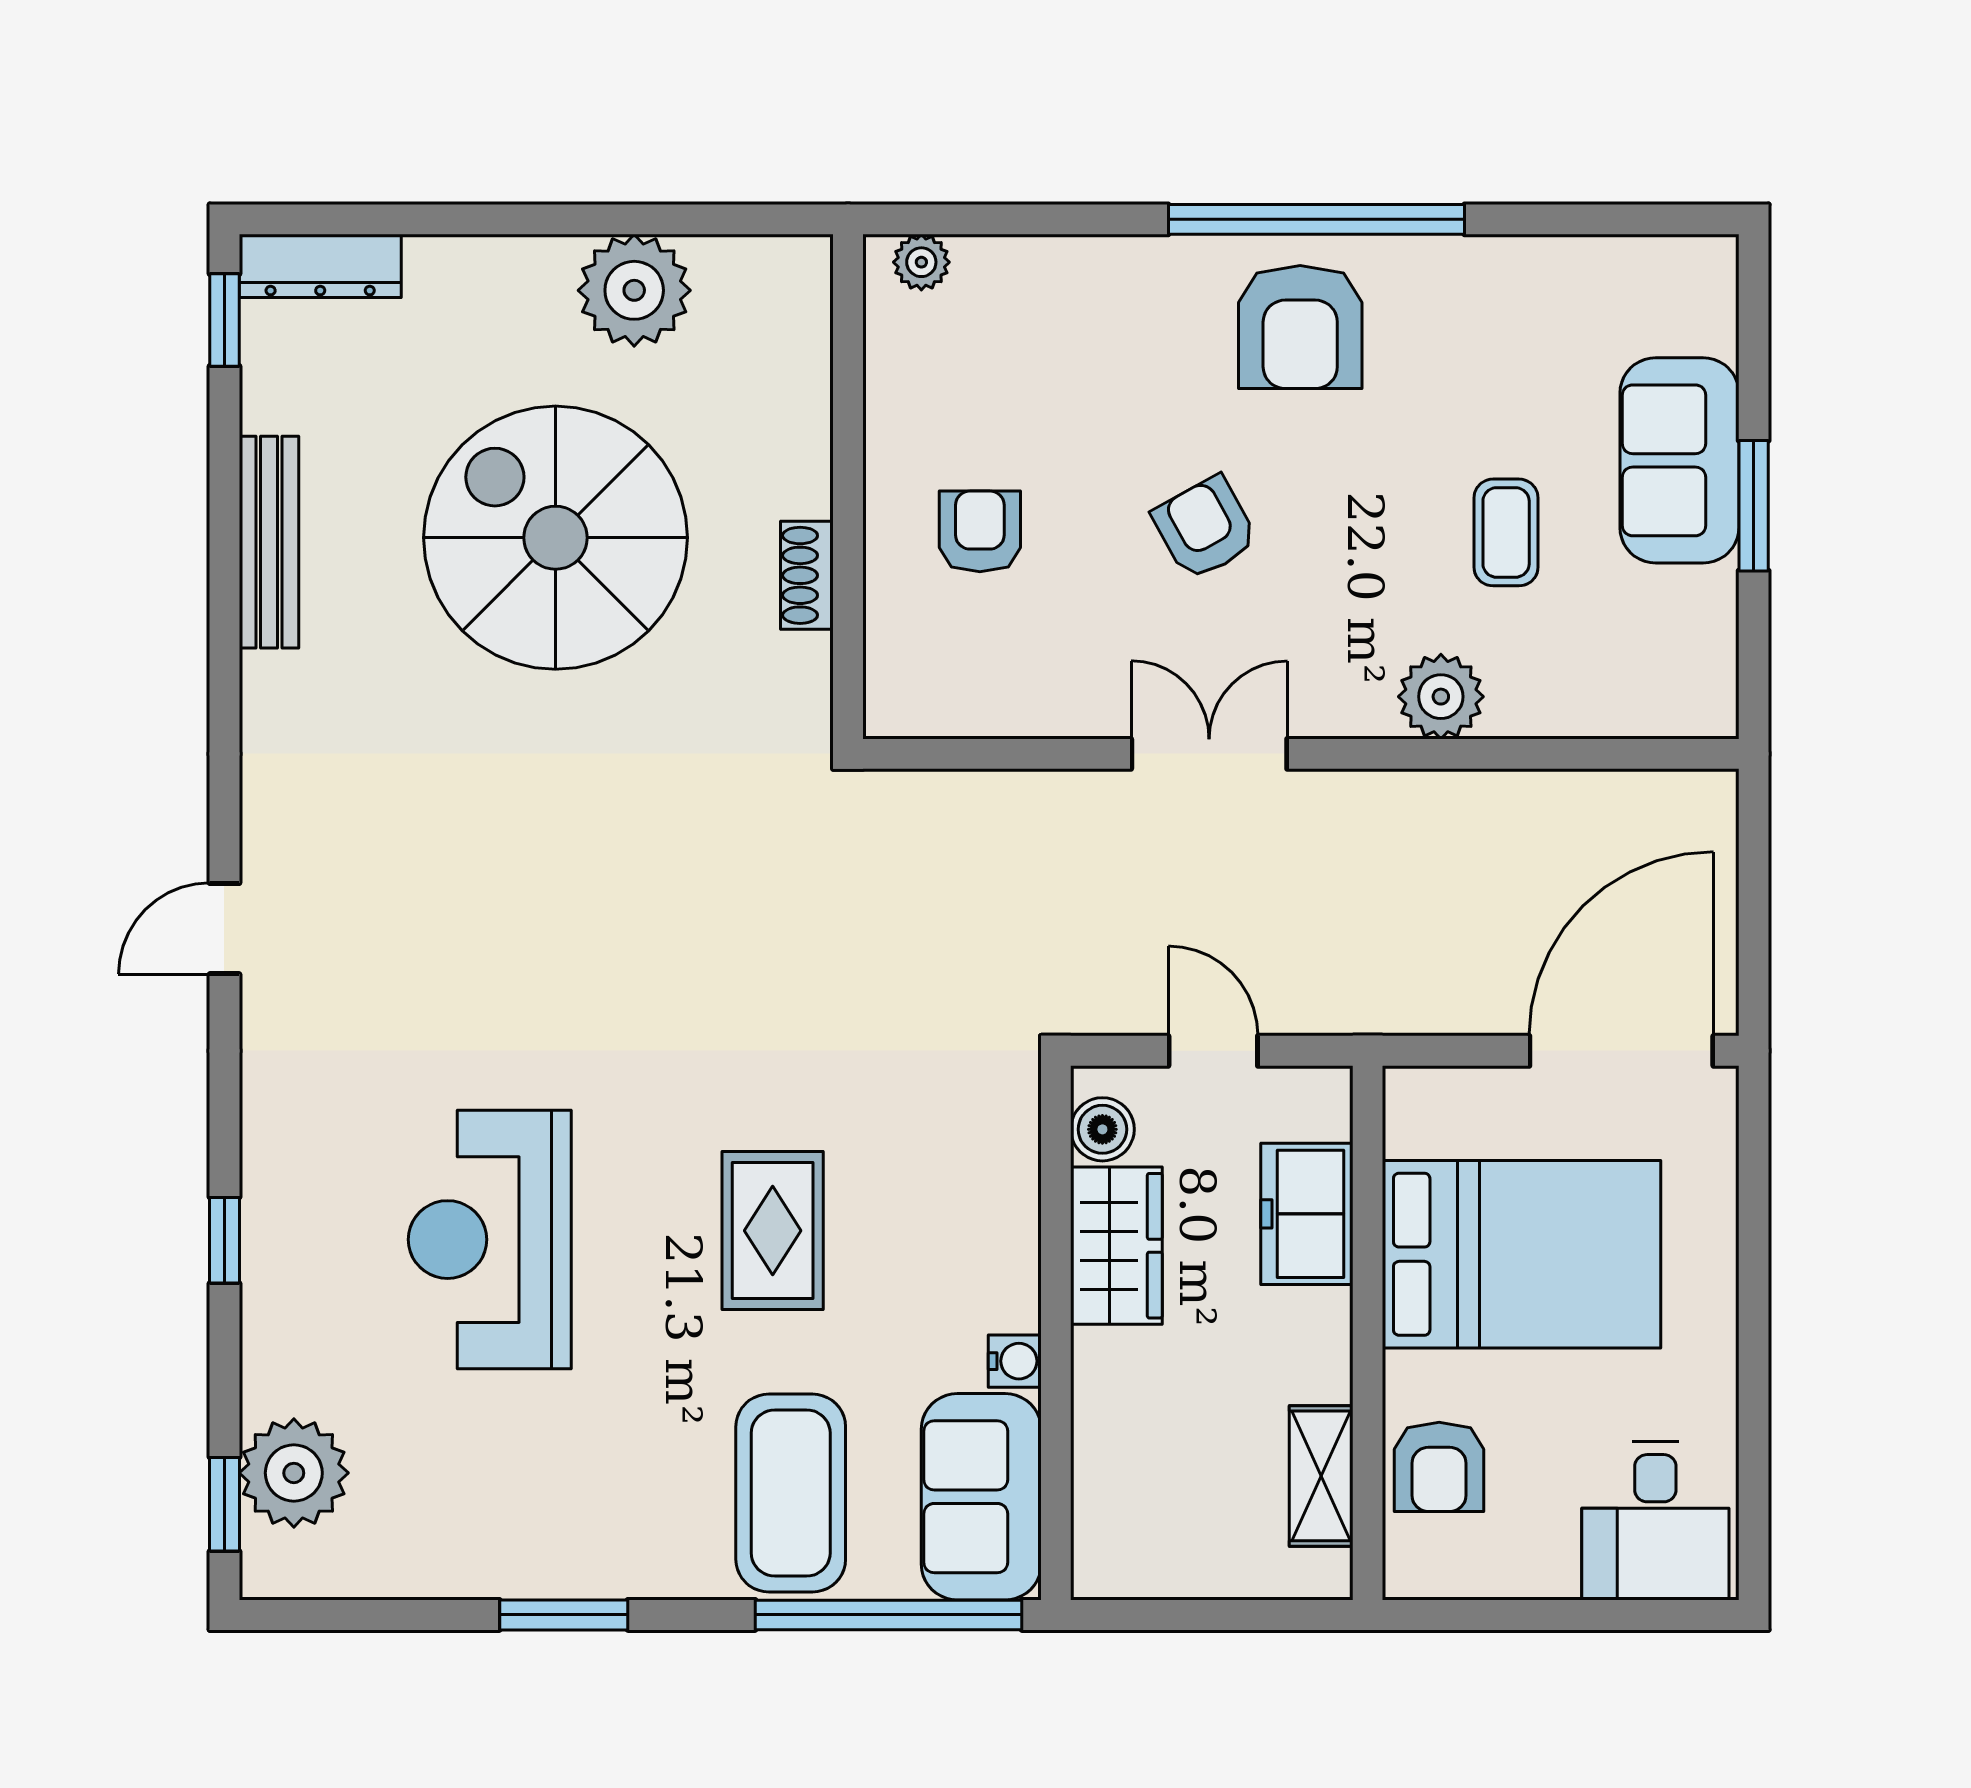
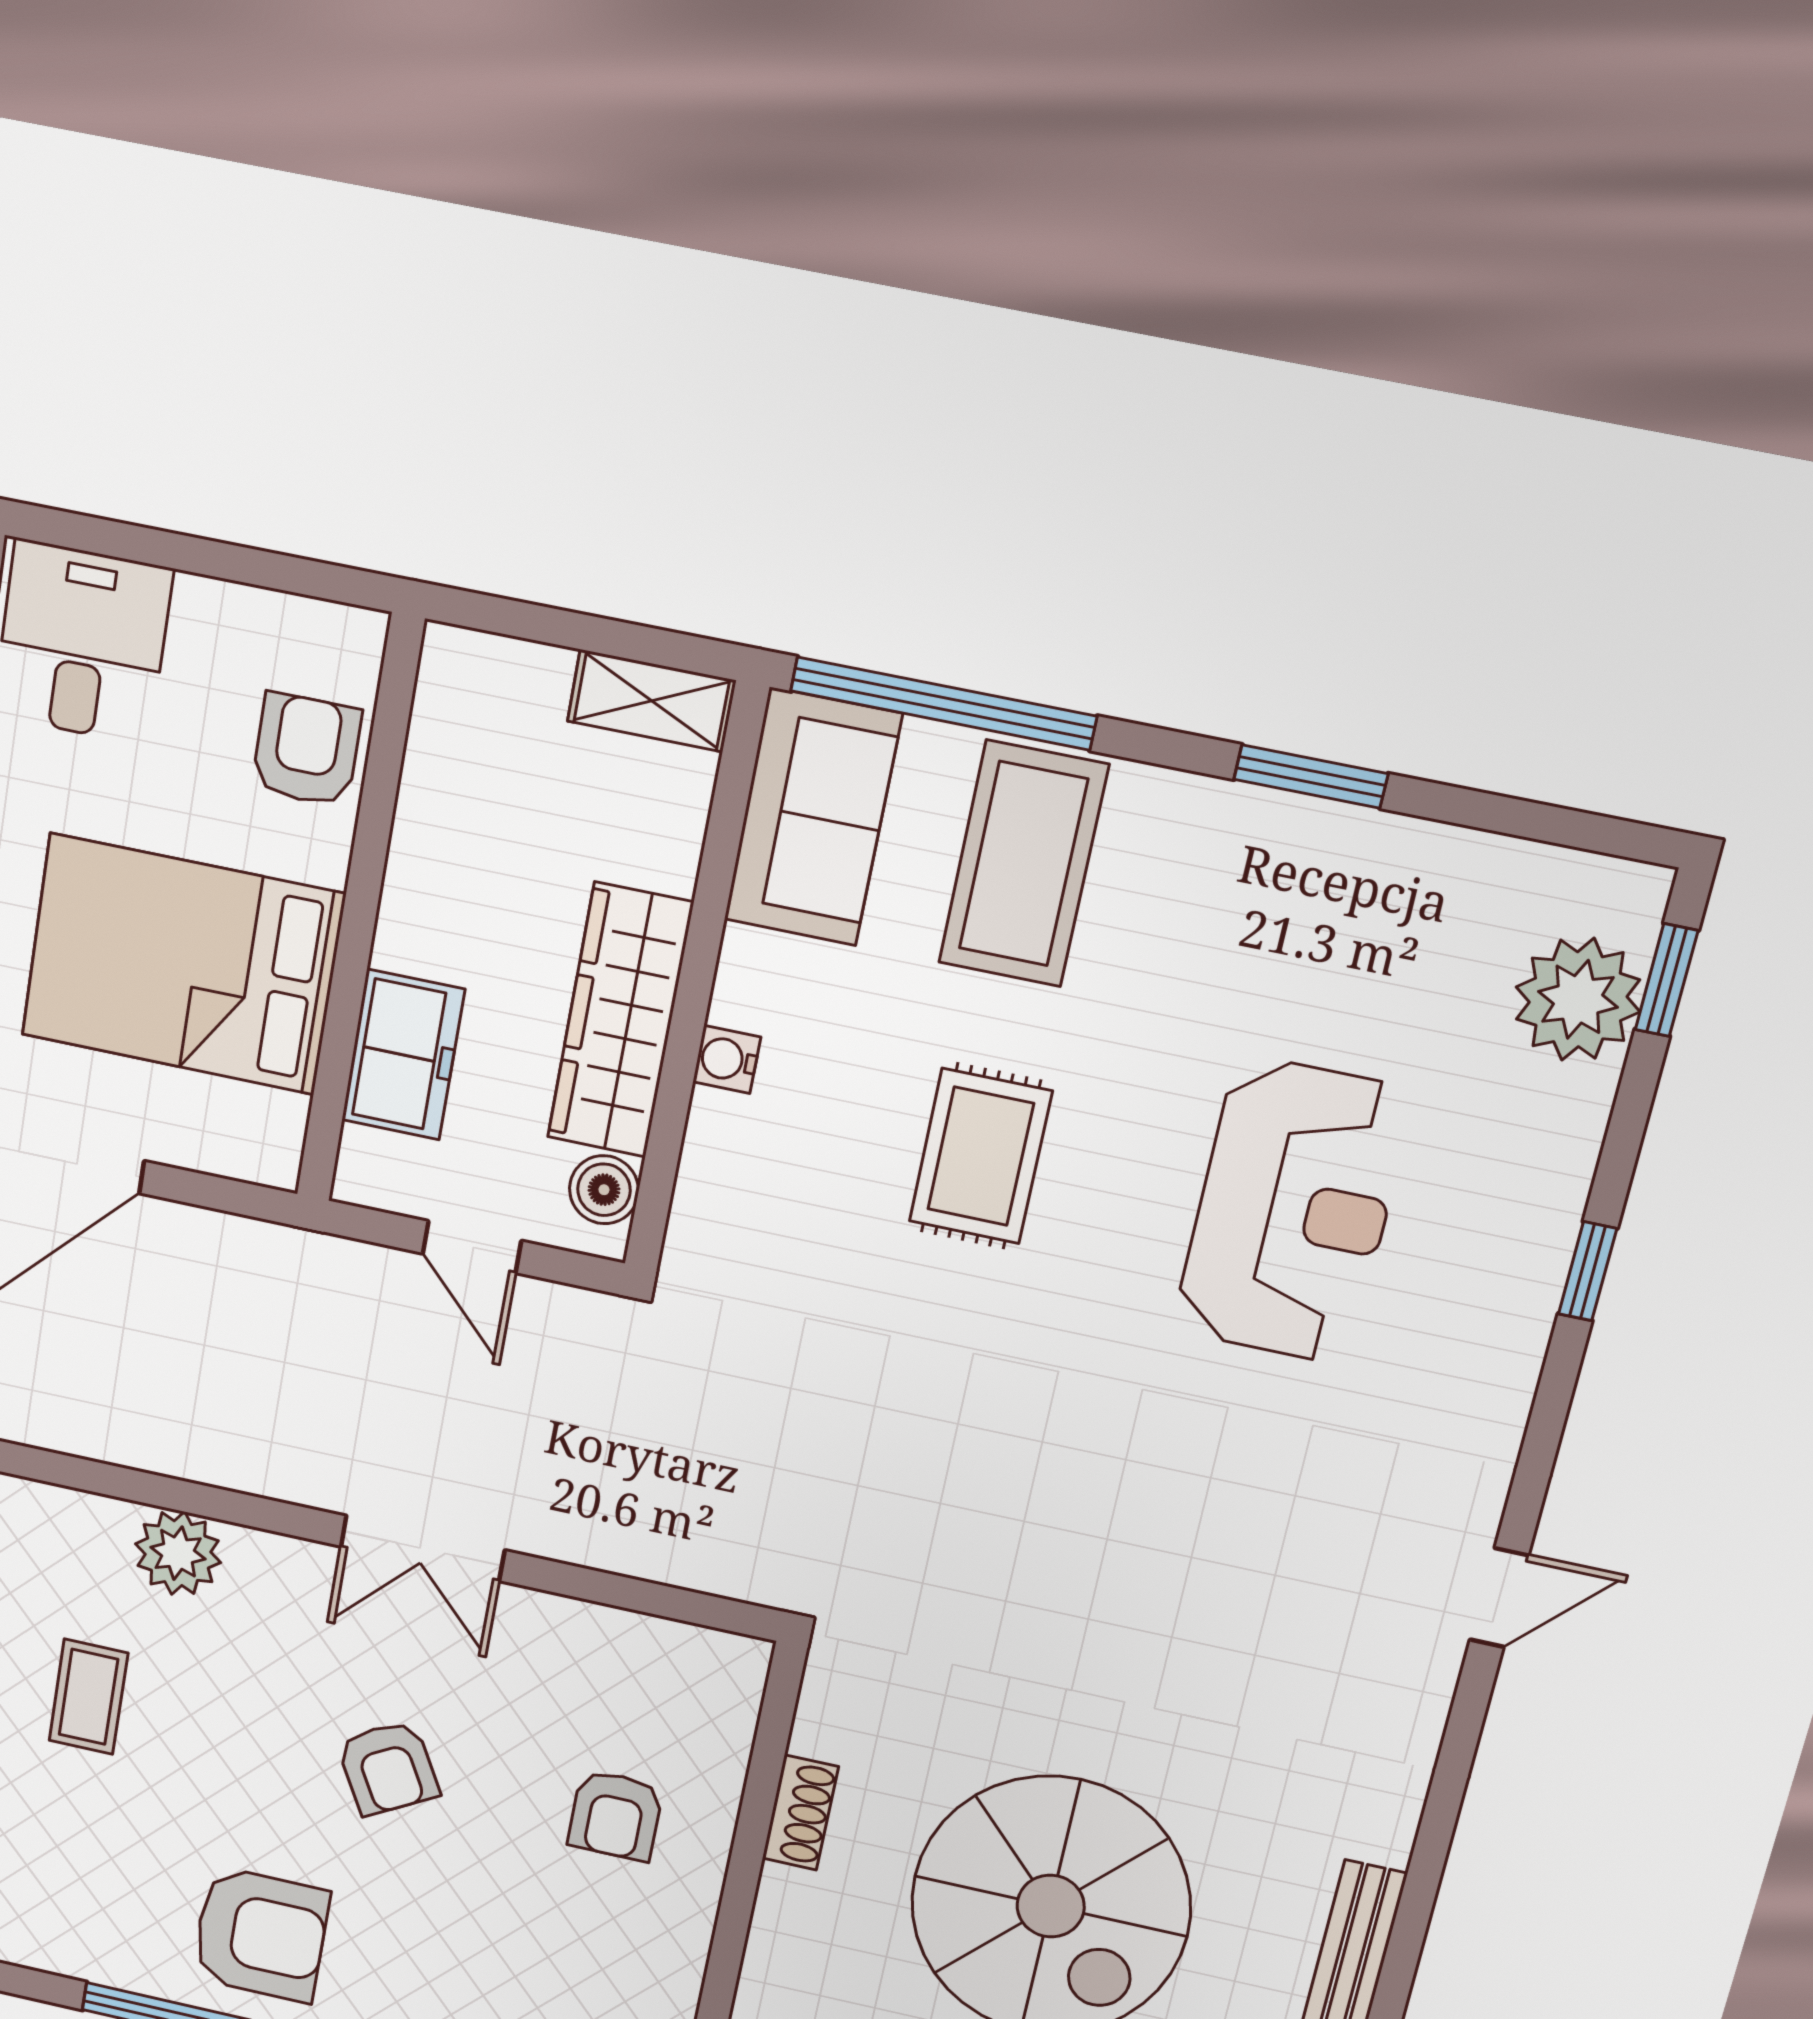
armchair: (1300, 327) -> (261, 1934), turned 90
wardrobe: (1116, 1246) -> (620, 1020), width x1.50
water cooler: (1015, 1361) -> (727, 1059), moved
shelving: (1321, 1476) -> (652, 701), moved, turned 90

